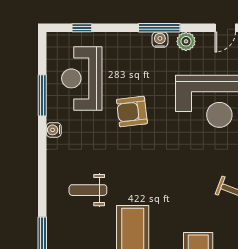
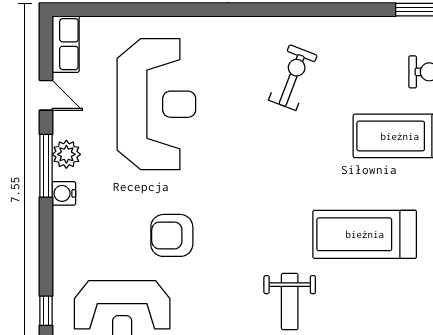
window: (159, 28) -> (46, 166), moved
armchair: (132, 112) -> (172, 235), turned 97

